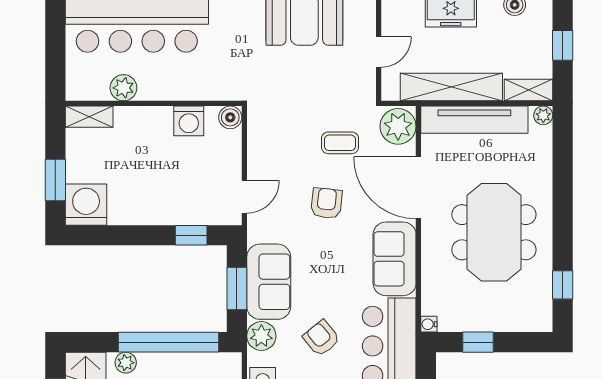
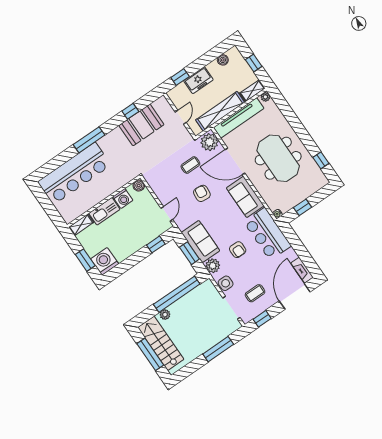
plant: (123, 88) -> (87, 203), removed
kitchen sink: (143, 121) -> (104, 211), added
armchair: (321, 338) -> (238, 250), turned -141

